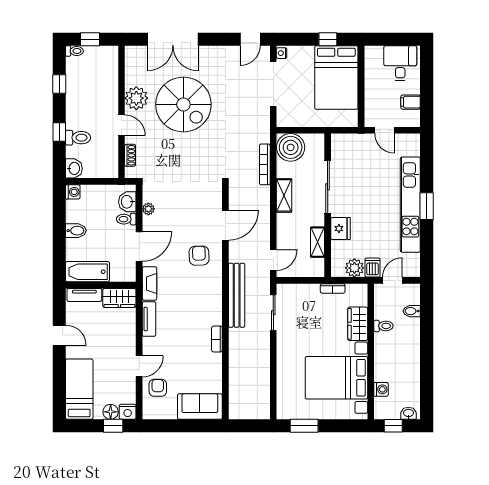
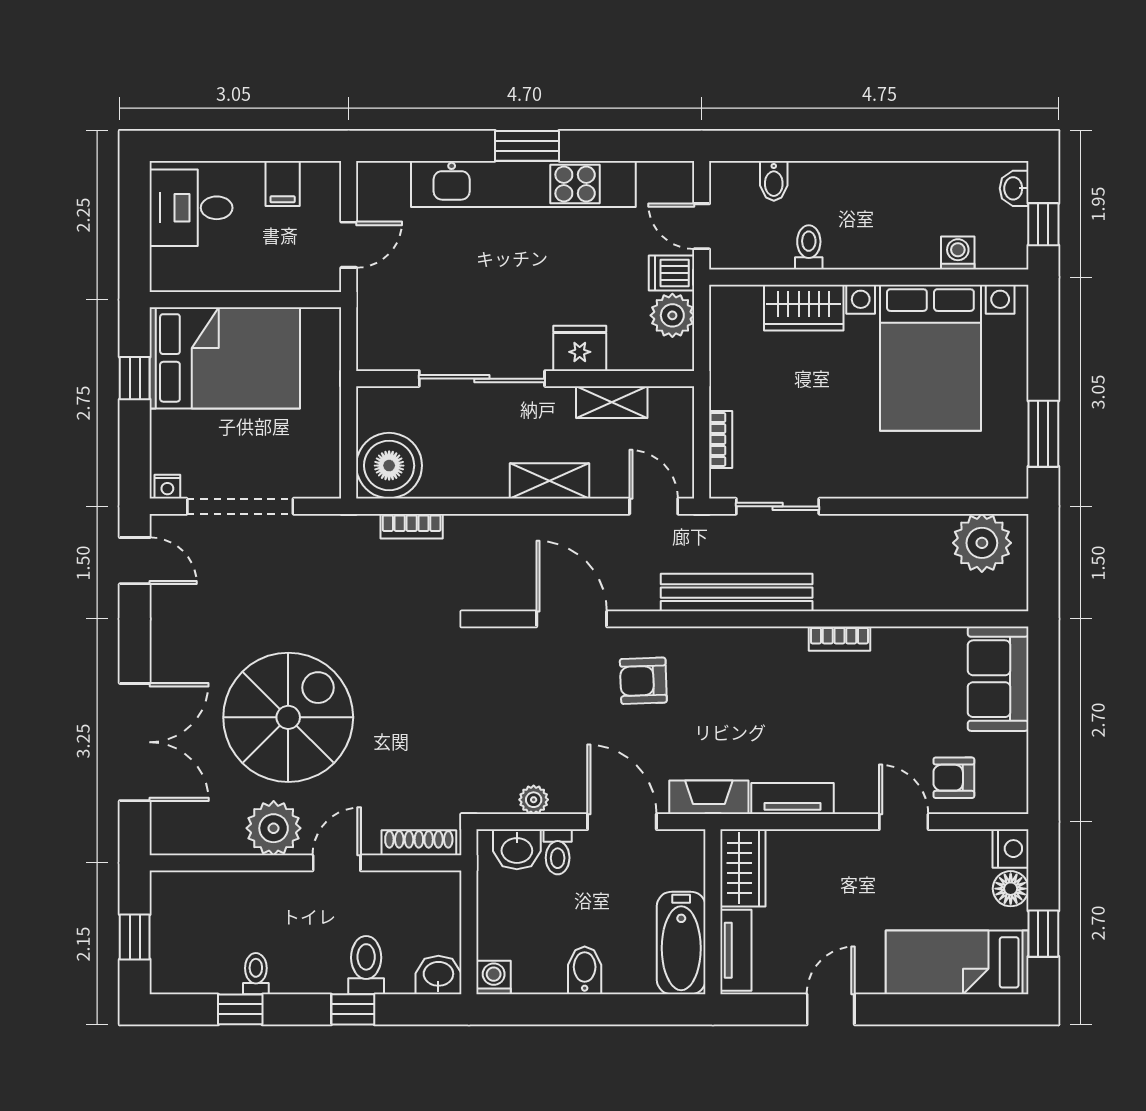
toilet: (74, 51) -> (256, 974), moved
shoe rack: (130, 155) -> (419, 843), width x1.43
bookcase: (265, 164) -> (412, 526), width x0.64
shelving: (284, 195) -> (549, 481), moved
bookcase: (333, 288) -> (721, 439), moved
plant: (258, 400) -> (982, 543), added
window: (113, 426) -> (1043, 934), moved

